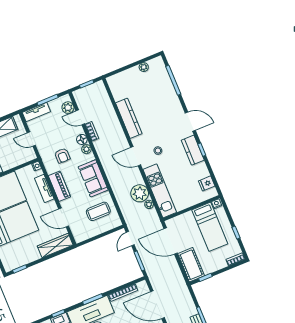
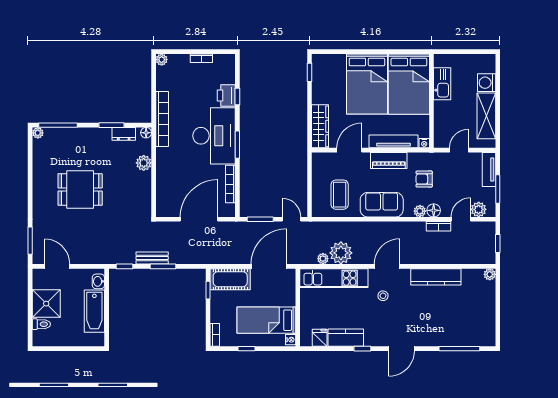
plant: (144, 67) -> (490, 274), moved
kitchen counter: (193, 150) -> (346, 338), moved
tv unit: (44, 189) -> (394, 141), width x1.41

